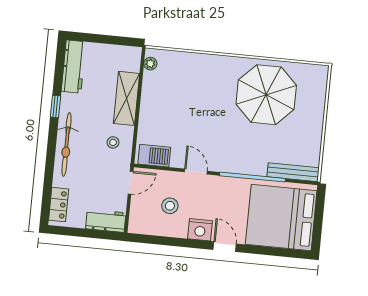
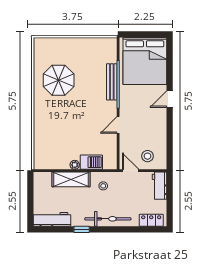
plant: (150, 64) -> (75, 165), moved
parasol: (266, 95) -> (59, 80), width x0.73, depth x0.73
barbecue: (154, 156) -> (91, 162), moved, turned 90
bench: (293, 172) -> (112, 82), moved
stool: (170, 206) -> (148, 156), moved
nightstand: (200, 230) -> (159, 118), removed

